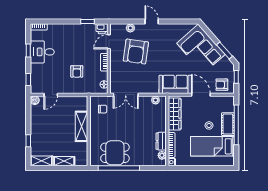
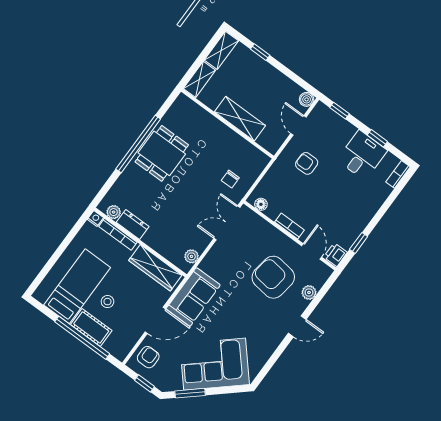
armchair: (77, 71) -> (307, 163), moved
shelving: (82, 126) -> (240, 119), moved
wall: (89, 131) -> (227, 124), moved

